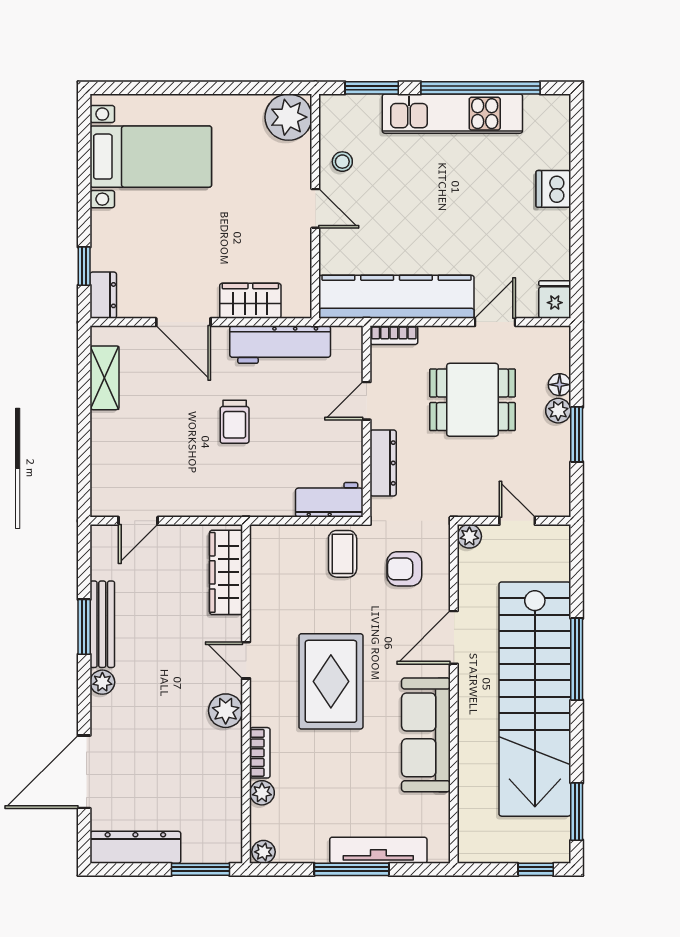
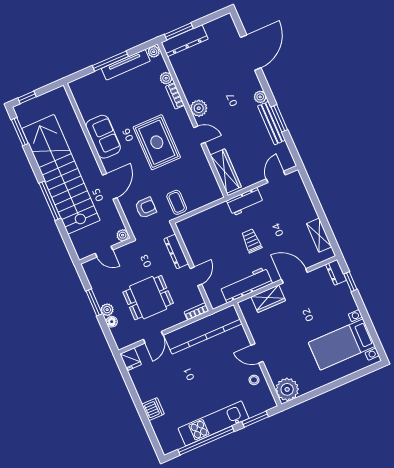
workbench: (329, 500) -> (245, 202), moved
sofa: (426, 735) -> (103, 137), width x0.73
dresser: (135, 847) -> (185, 41), moved
tv unit: (378, 850) -> (126, 65), moved

